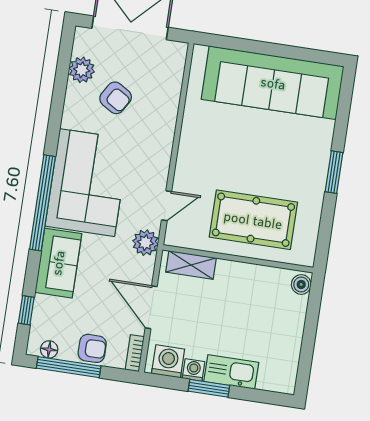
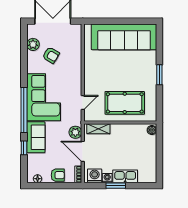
plant: (145, 243) -> (75, 132), moved
window: (26, 310) -> (24, 148), moved
window: (69, 367) -> (48, 186), removed

